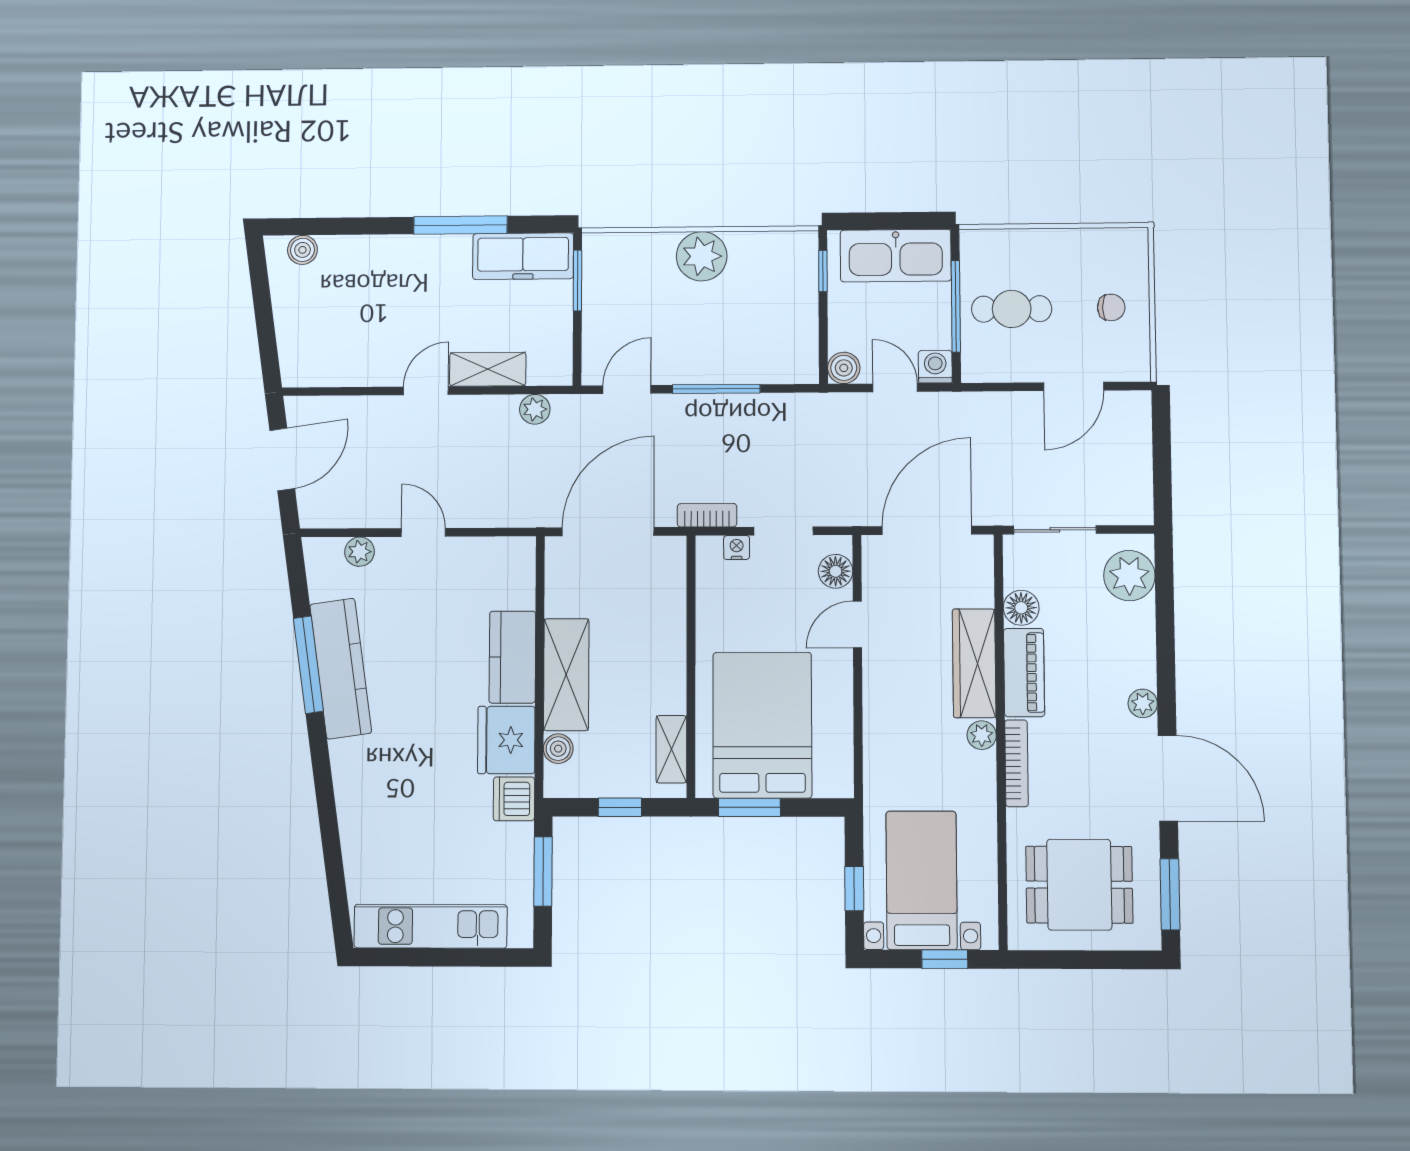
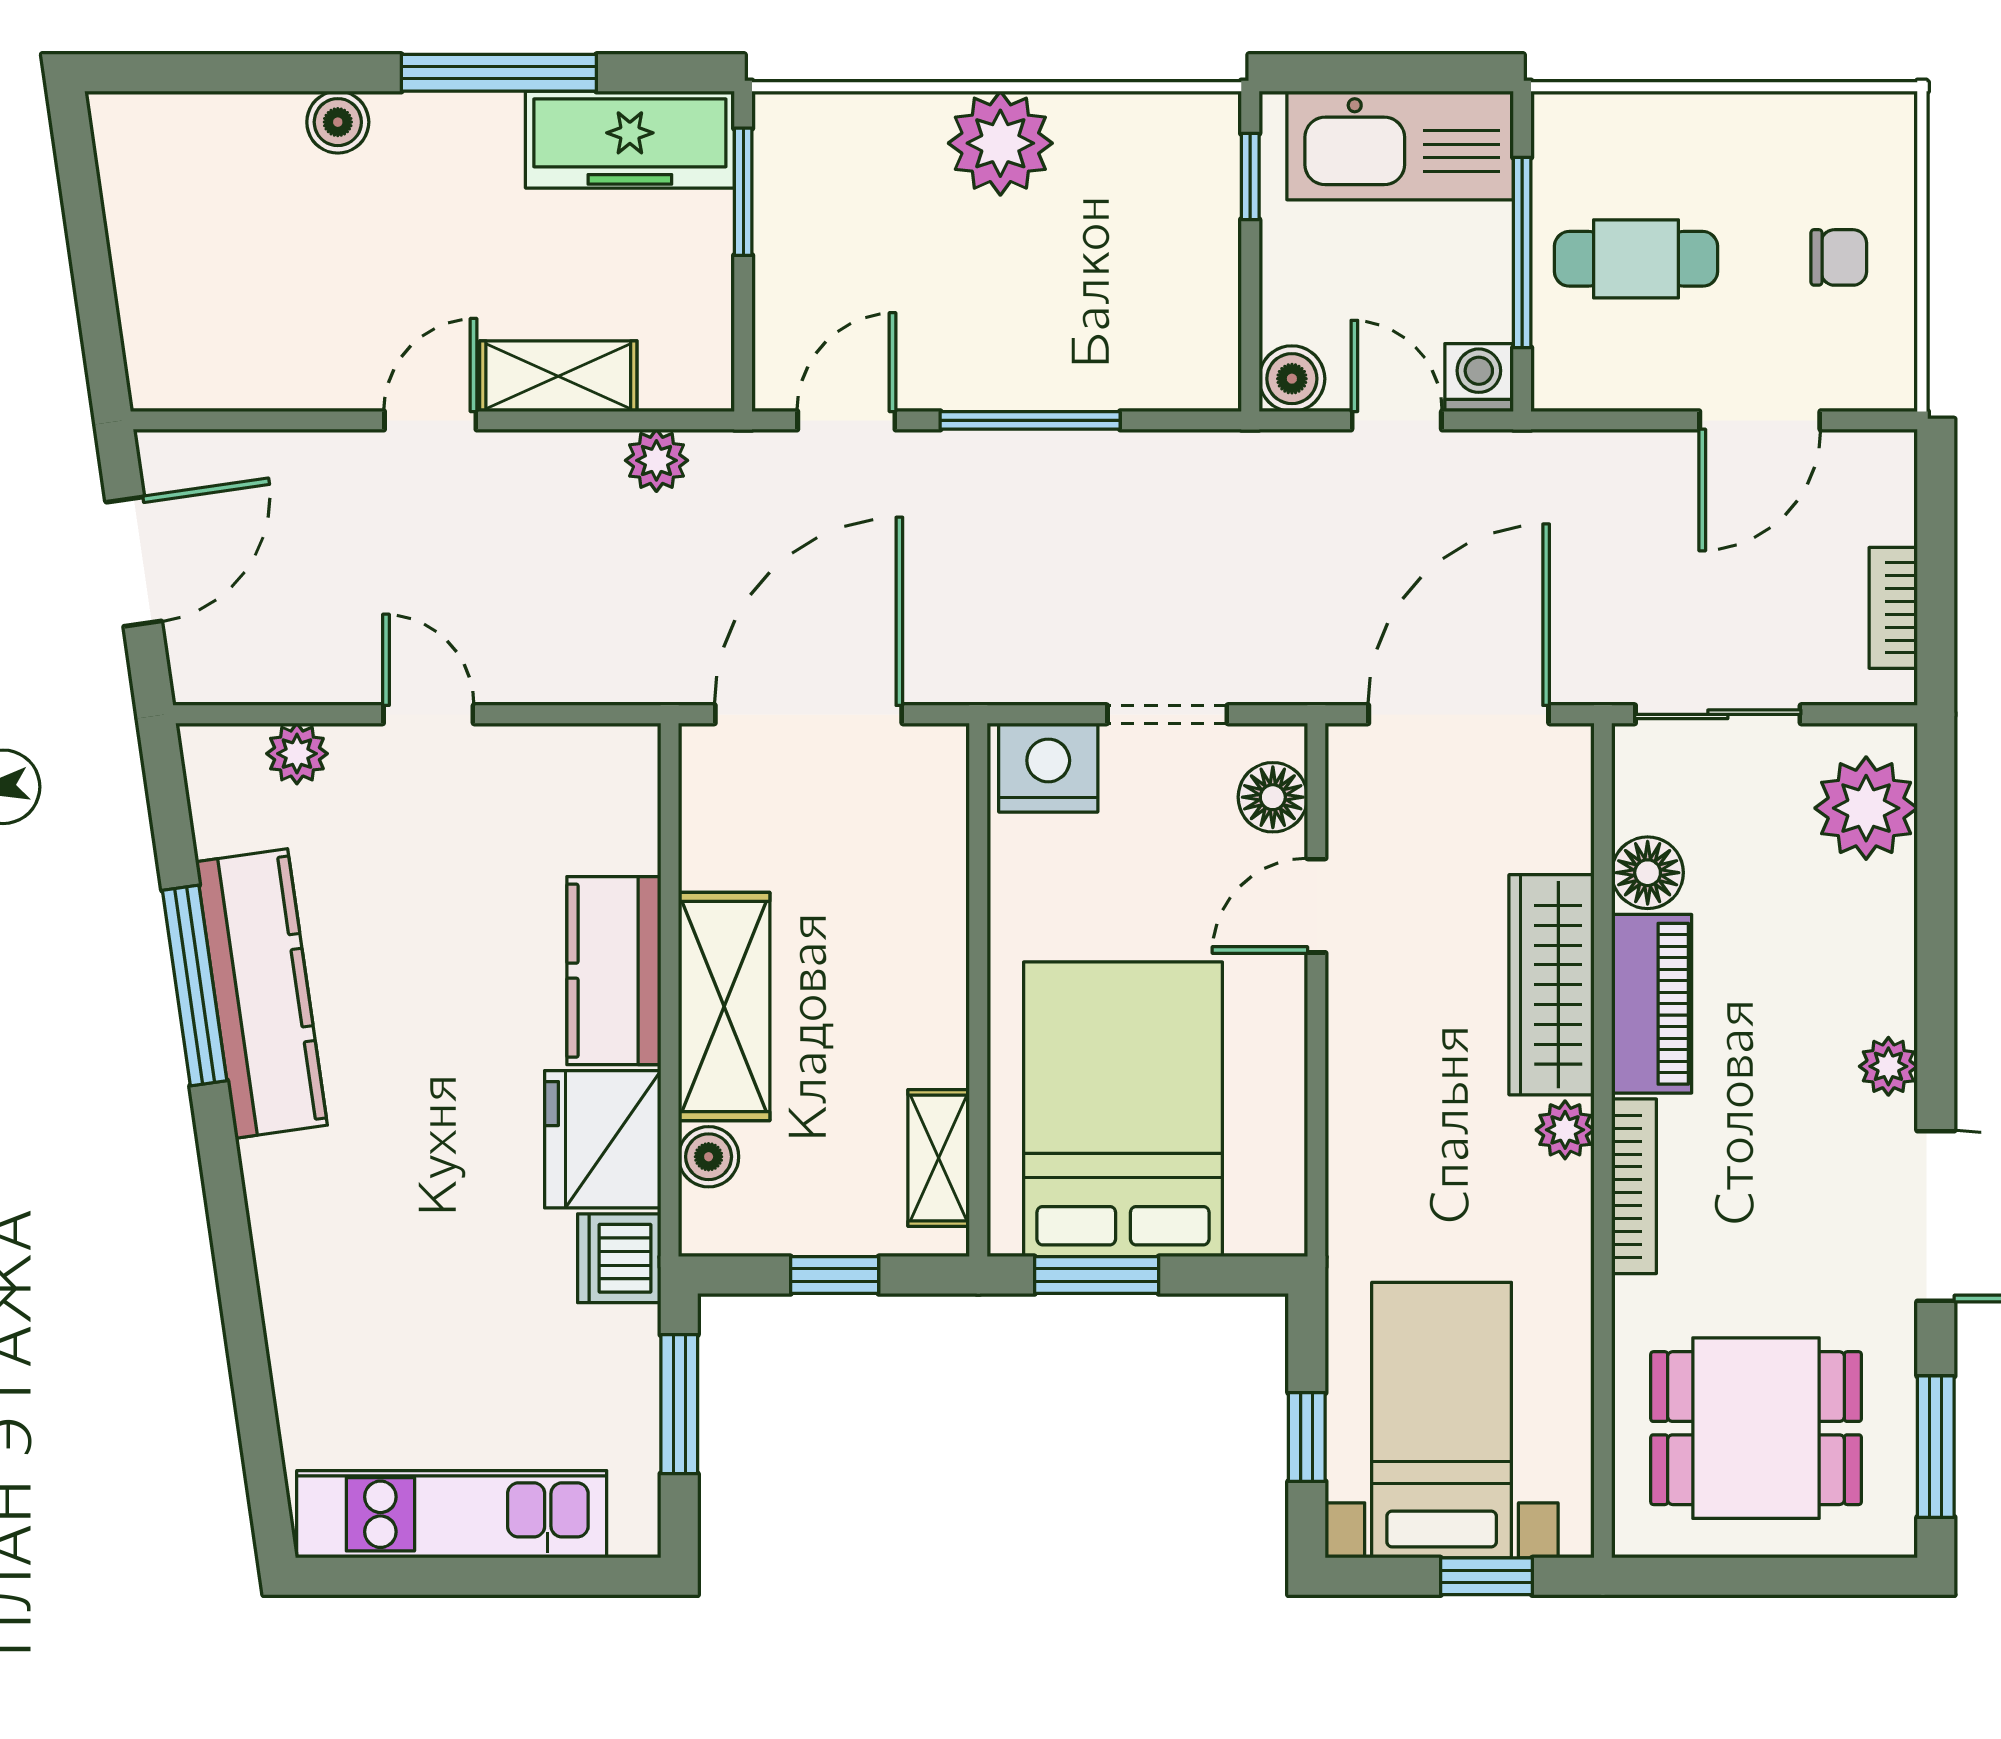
boiler: (302, 250) -> (338, 122), moved
bookcase: (707, 515) -> (1893, 608), moved, turned -90
nightstand: (737, 548) -> (1048, 768), width x1.89, depth x1.79

